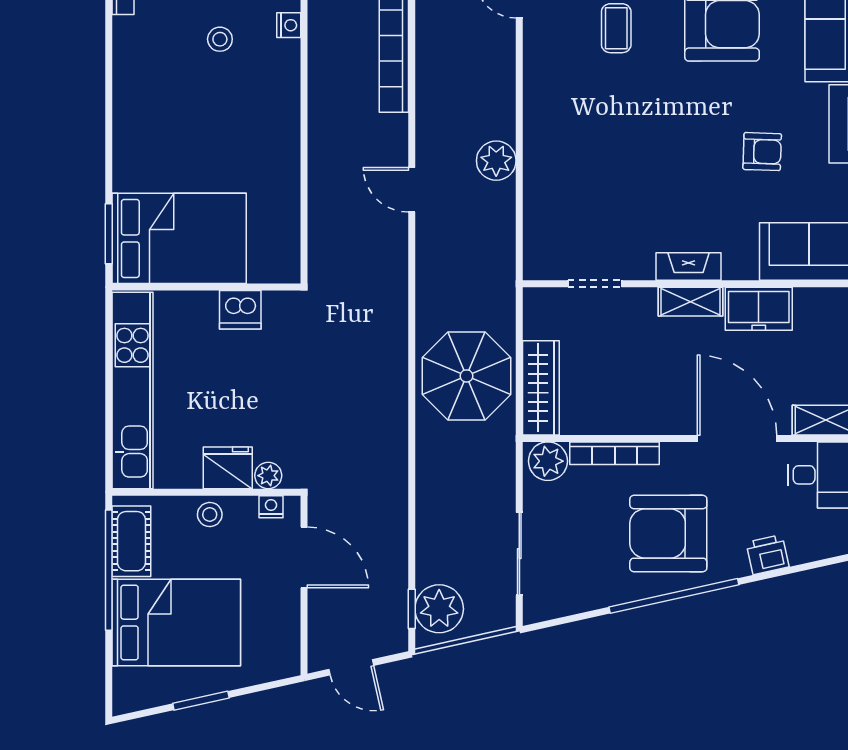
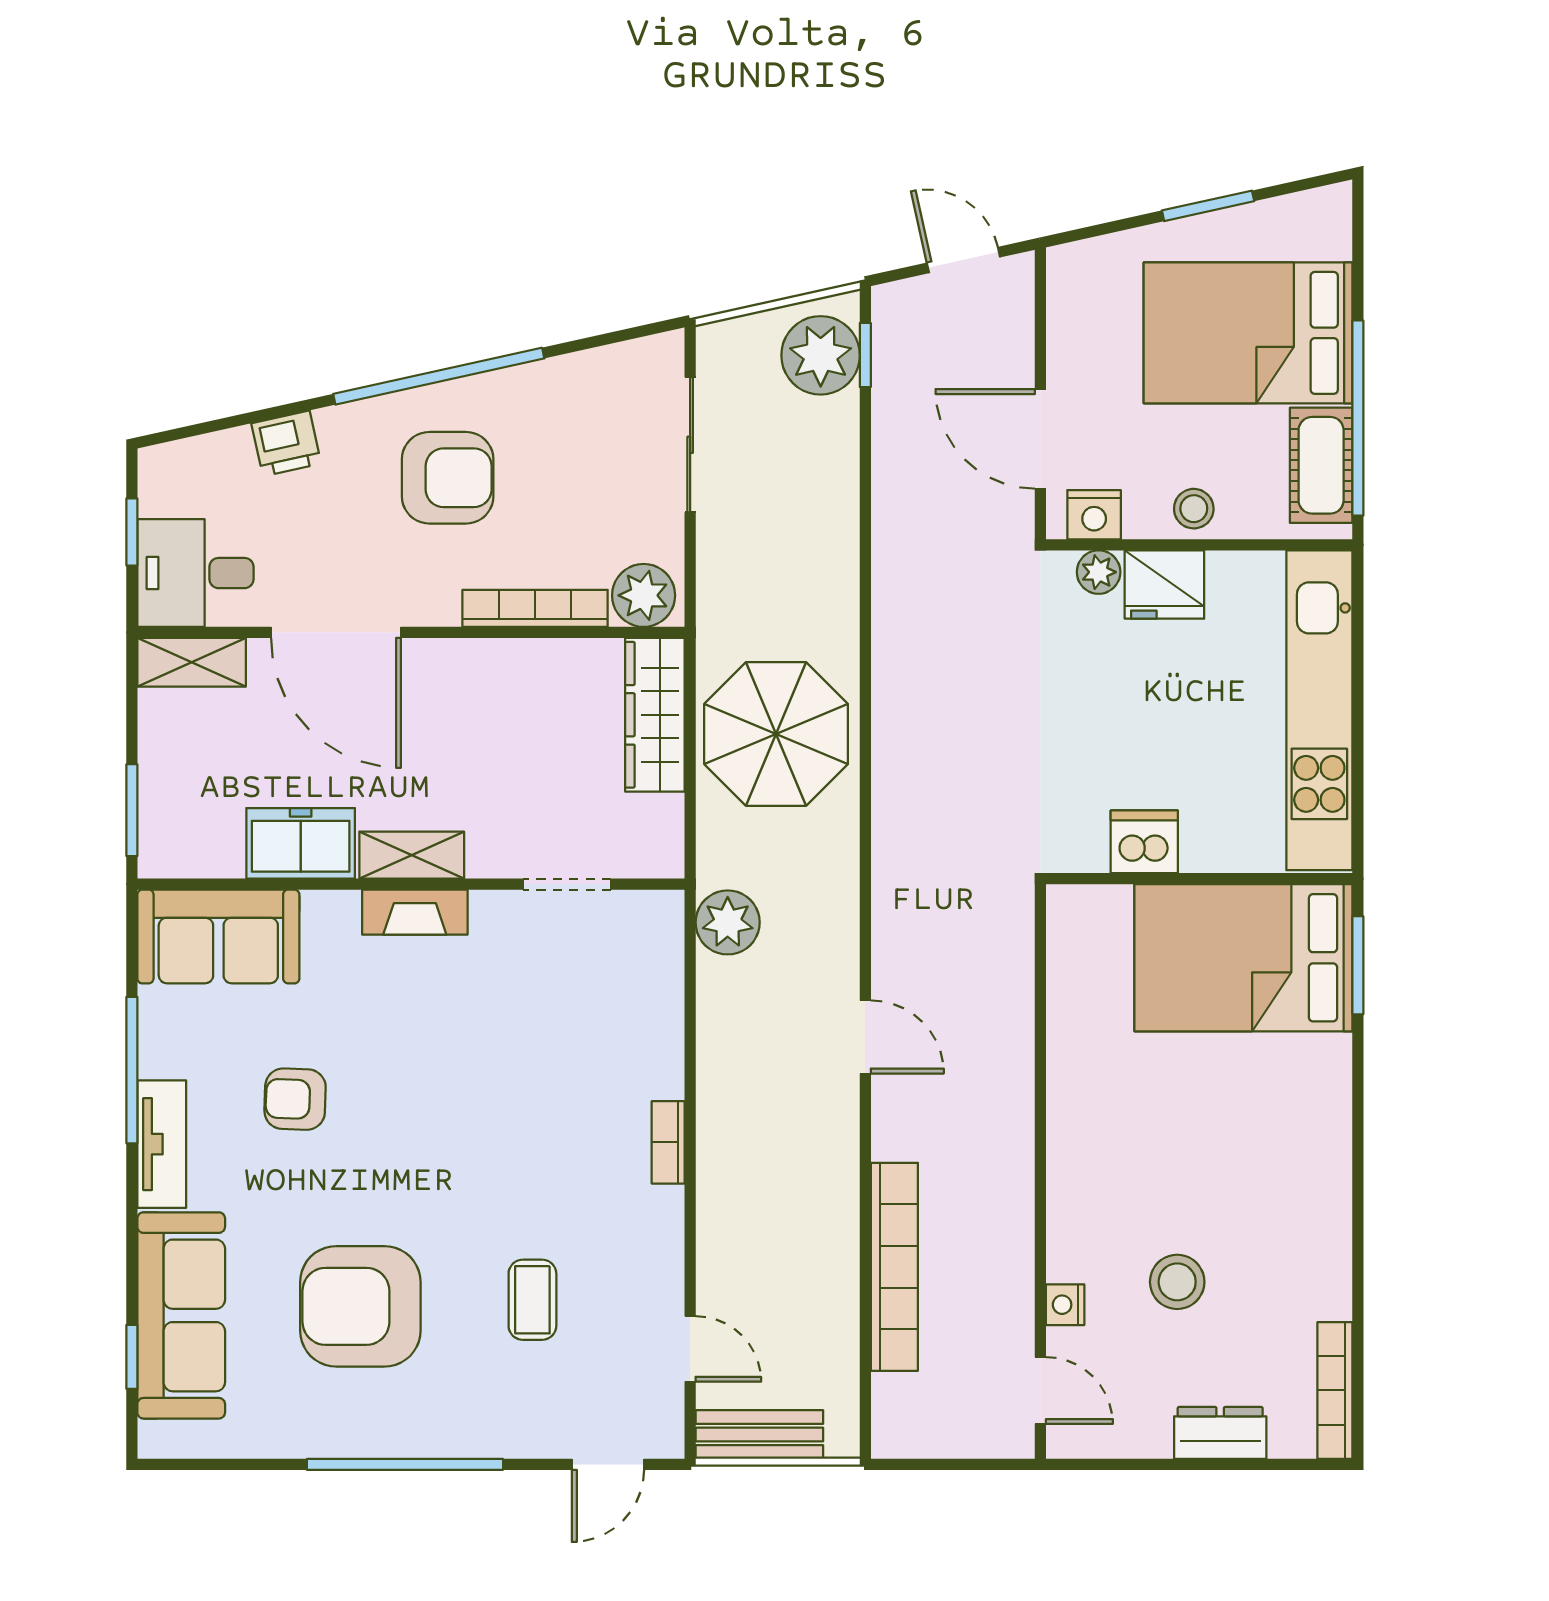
stool: (220, 39) -> (1177, 1282), width x1.37, depth x1.37
bookcase: (533, 125) -> (668, 1142), added
plant: (496, 161) -> (728, 922), moved
nightstand: (271, 507) -> (1094, 515), width x1.39, depth x1.35
armchair: (668, 533) -> (448, 478), width x0.73, depth x0.73

